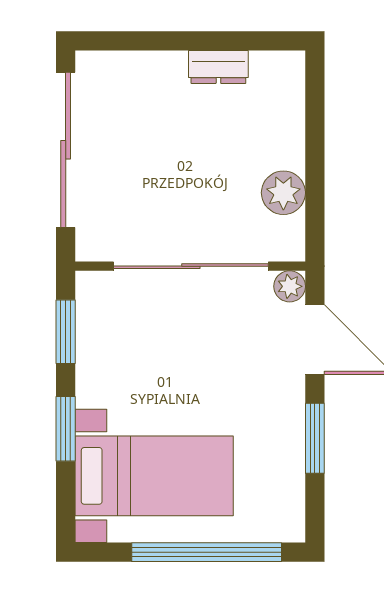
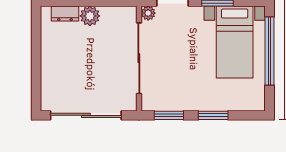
dresser: (218, 67) -> (65, 14), moved, turned 90
plant: (283, 193) -> (90, 16), moved
bed with nightstands: (154, 476) -> (235, 42), moved, turned 180

